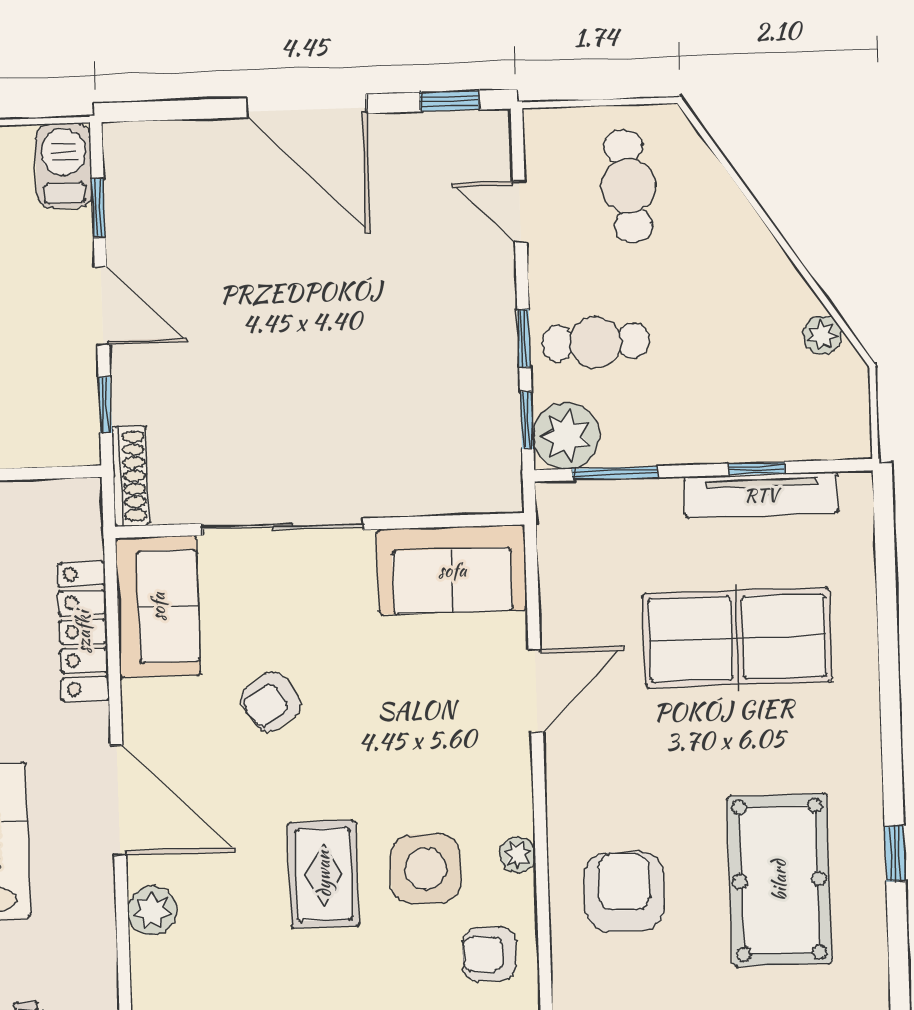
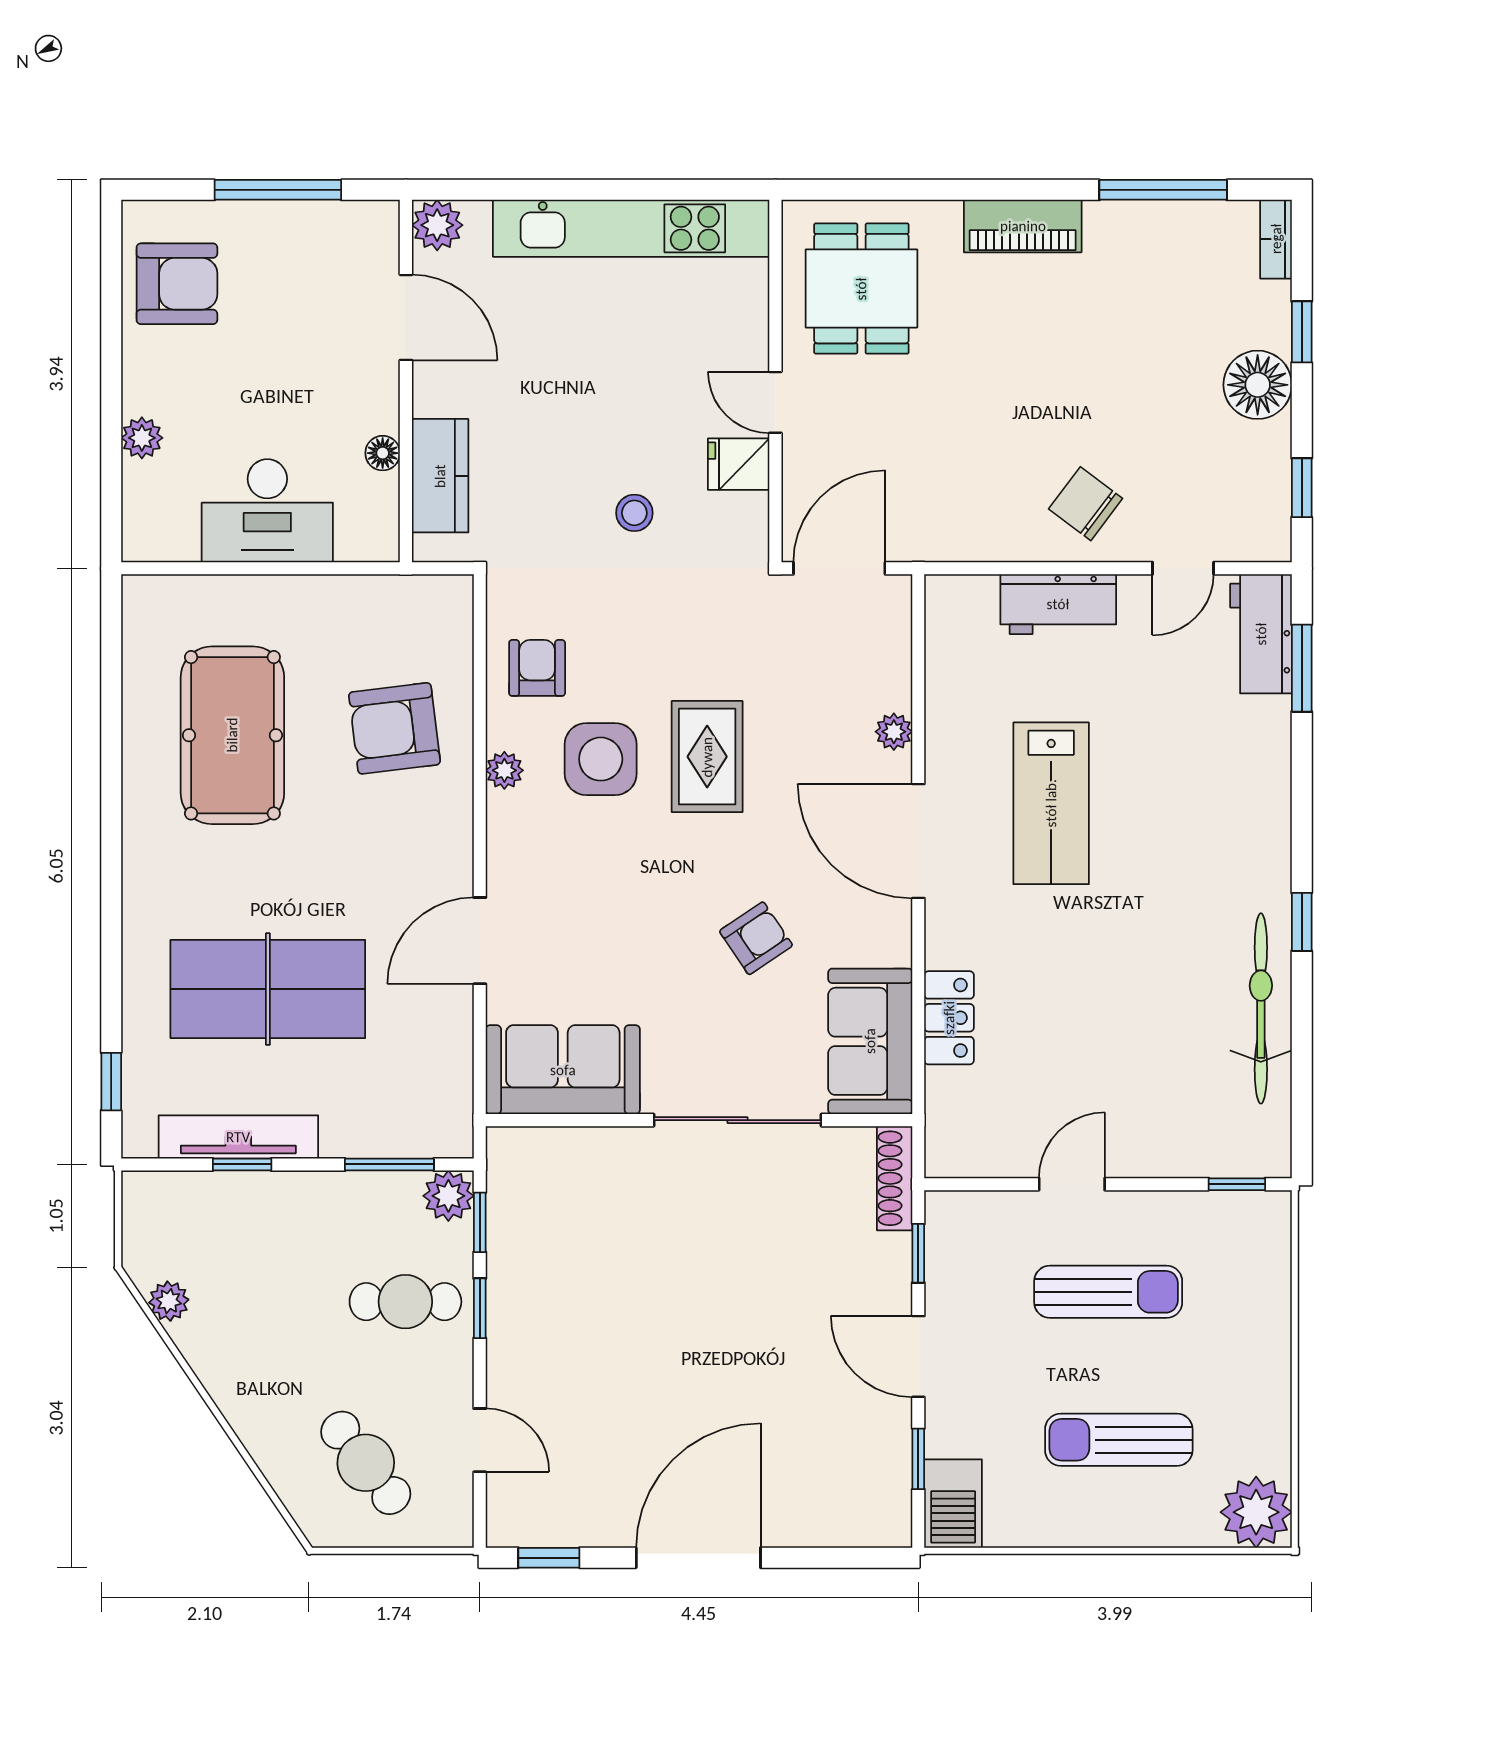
door: (306, 106) -> (698, 1558), hinge flipped
cafe table: (628, 186) -> (366, 1463), turned -32
plant: (566, 436) -> (448, 1196), width x0.73, depth x0.73
locker: (83, 632) -> (949, 1018), width x0.66
window: (895, 854) -> (111, 1082), moved
armchair: (624, 892) -> (394, 728), turned 83
plant: (152, 911) -> (894, 732), width x0.73, depth x0.73
armchair: (489, 954) -> (537, 668), turned -90

